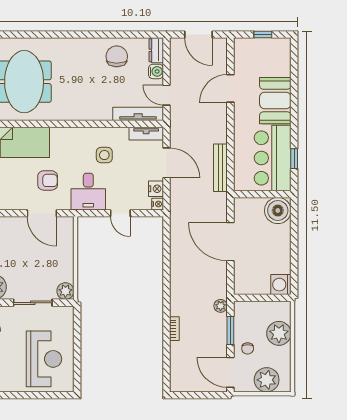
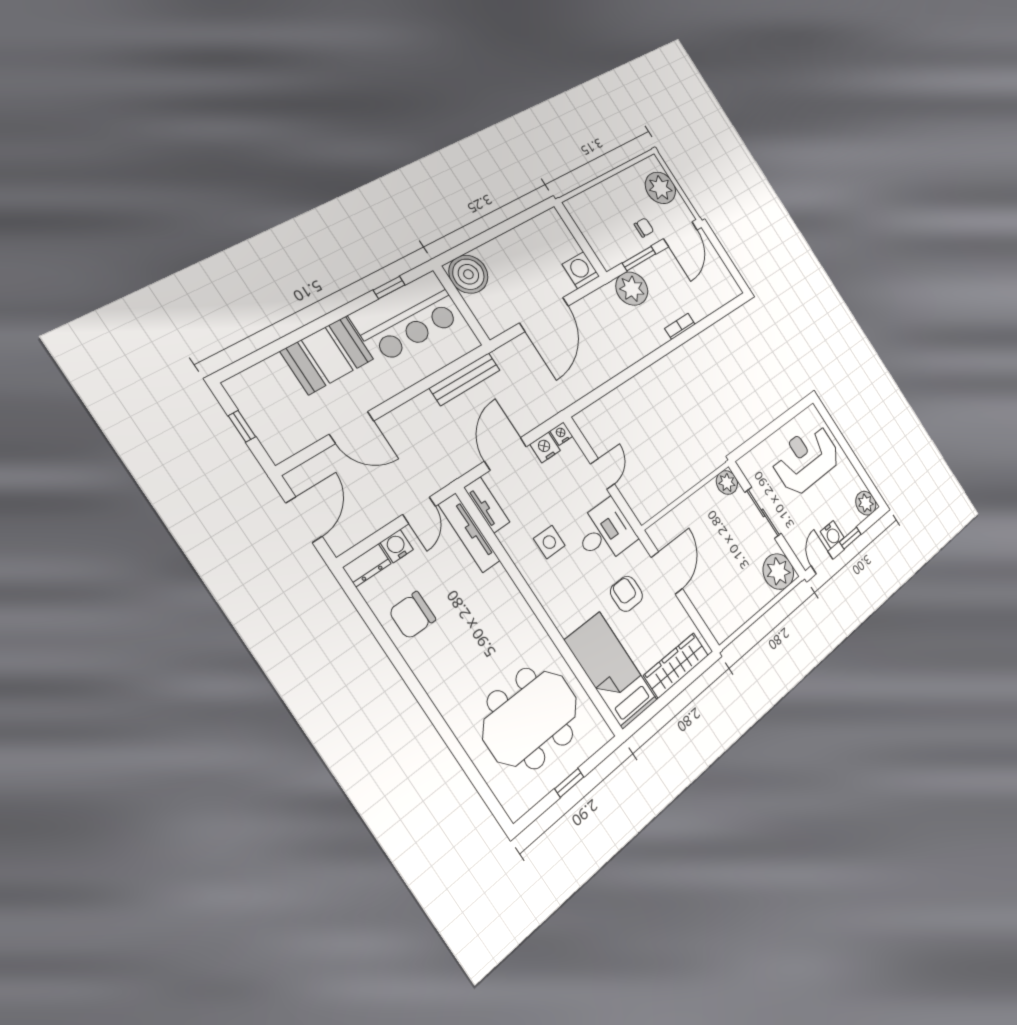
washing machine: (281, 285) -> (581, 270), moved, turned 180
plant: (221, 306) -> (632, 289), width x1.87, depth x1.87
plant: (279, 333) -> (605, 199), removed

